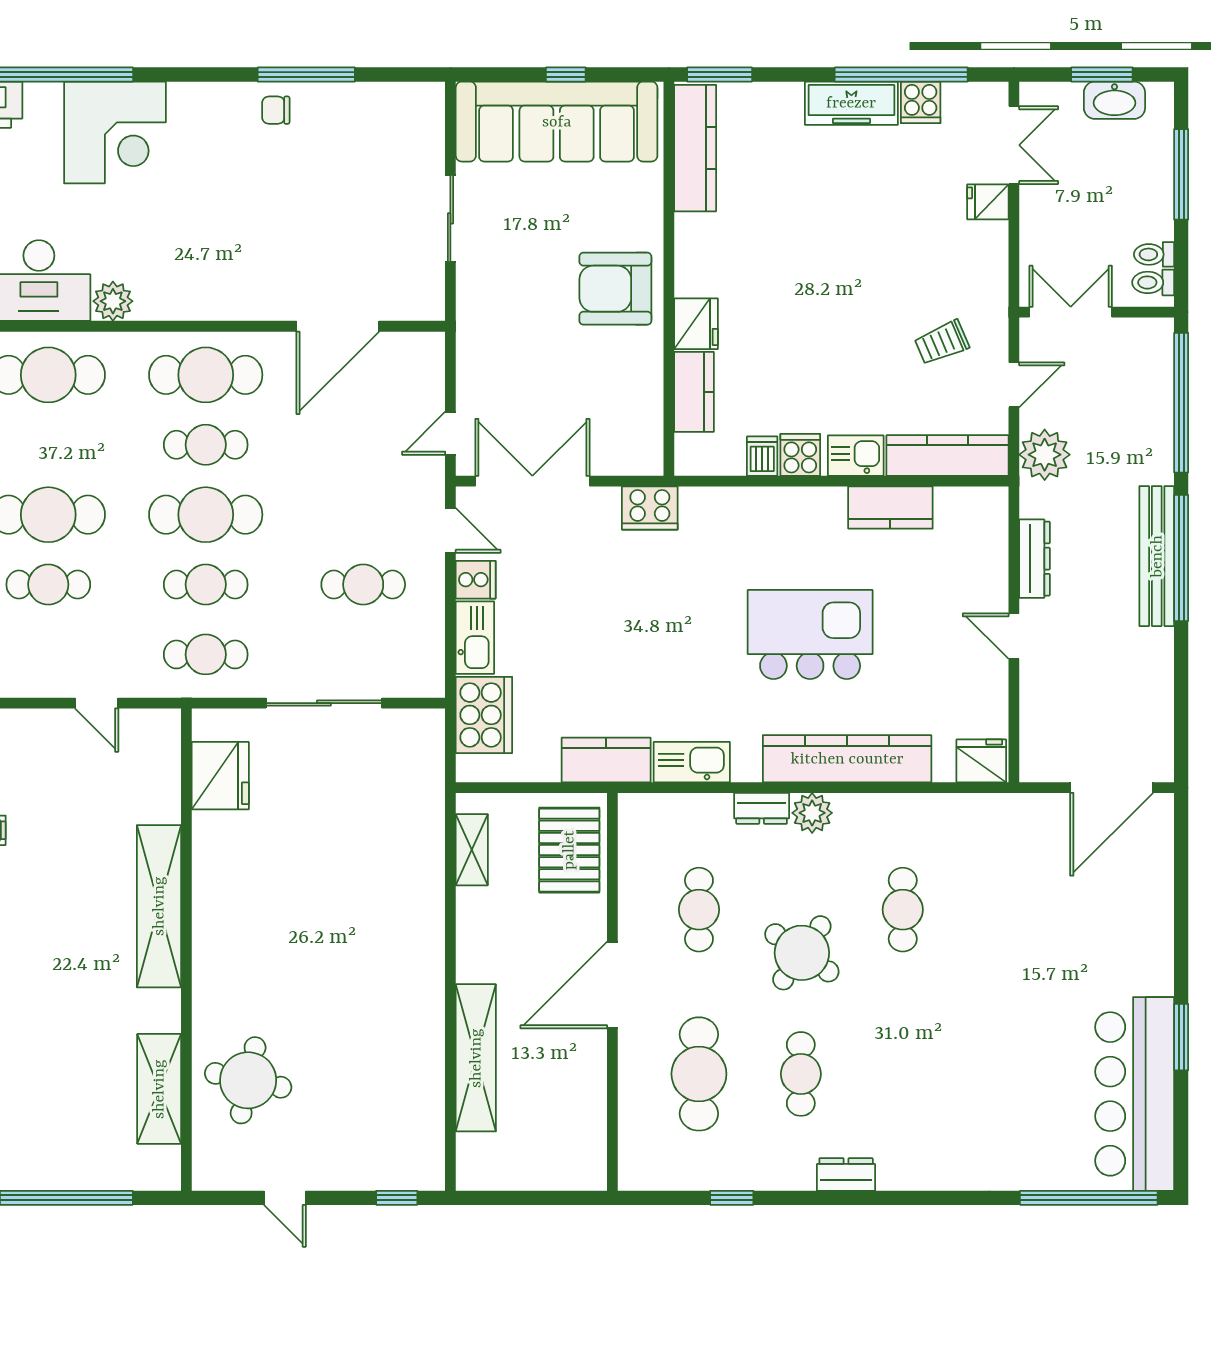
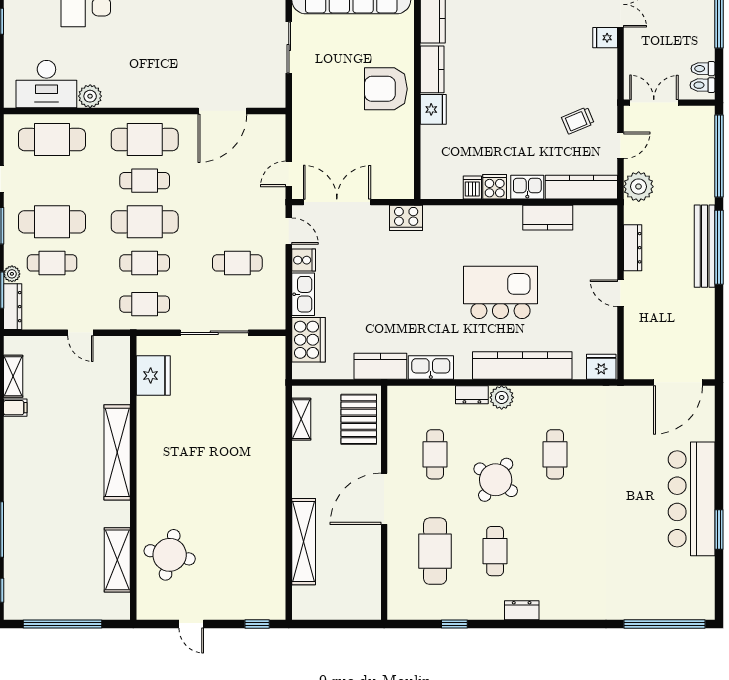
kitchen counter: (694, 392) -> (432, 69), moved
bar counter: (1135, 1094) -> (692, 499), moved

